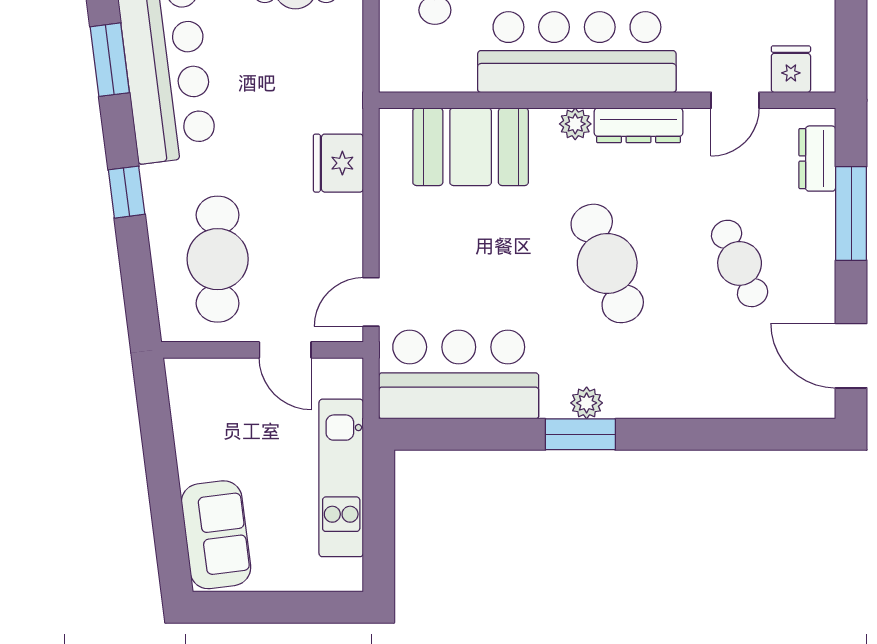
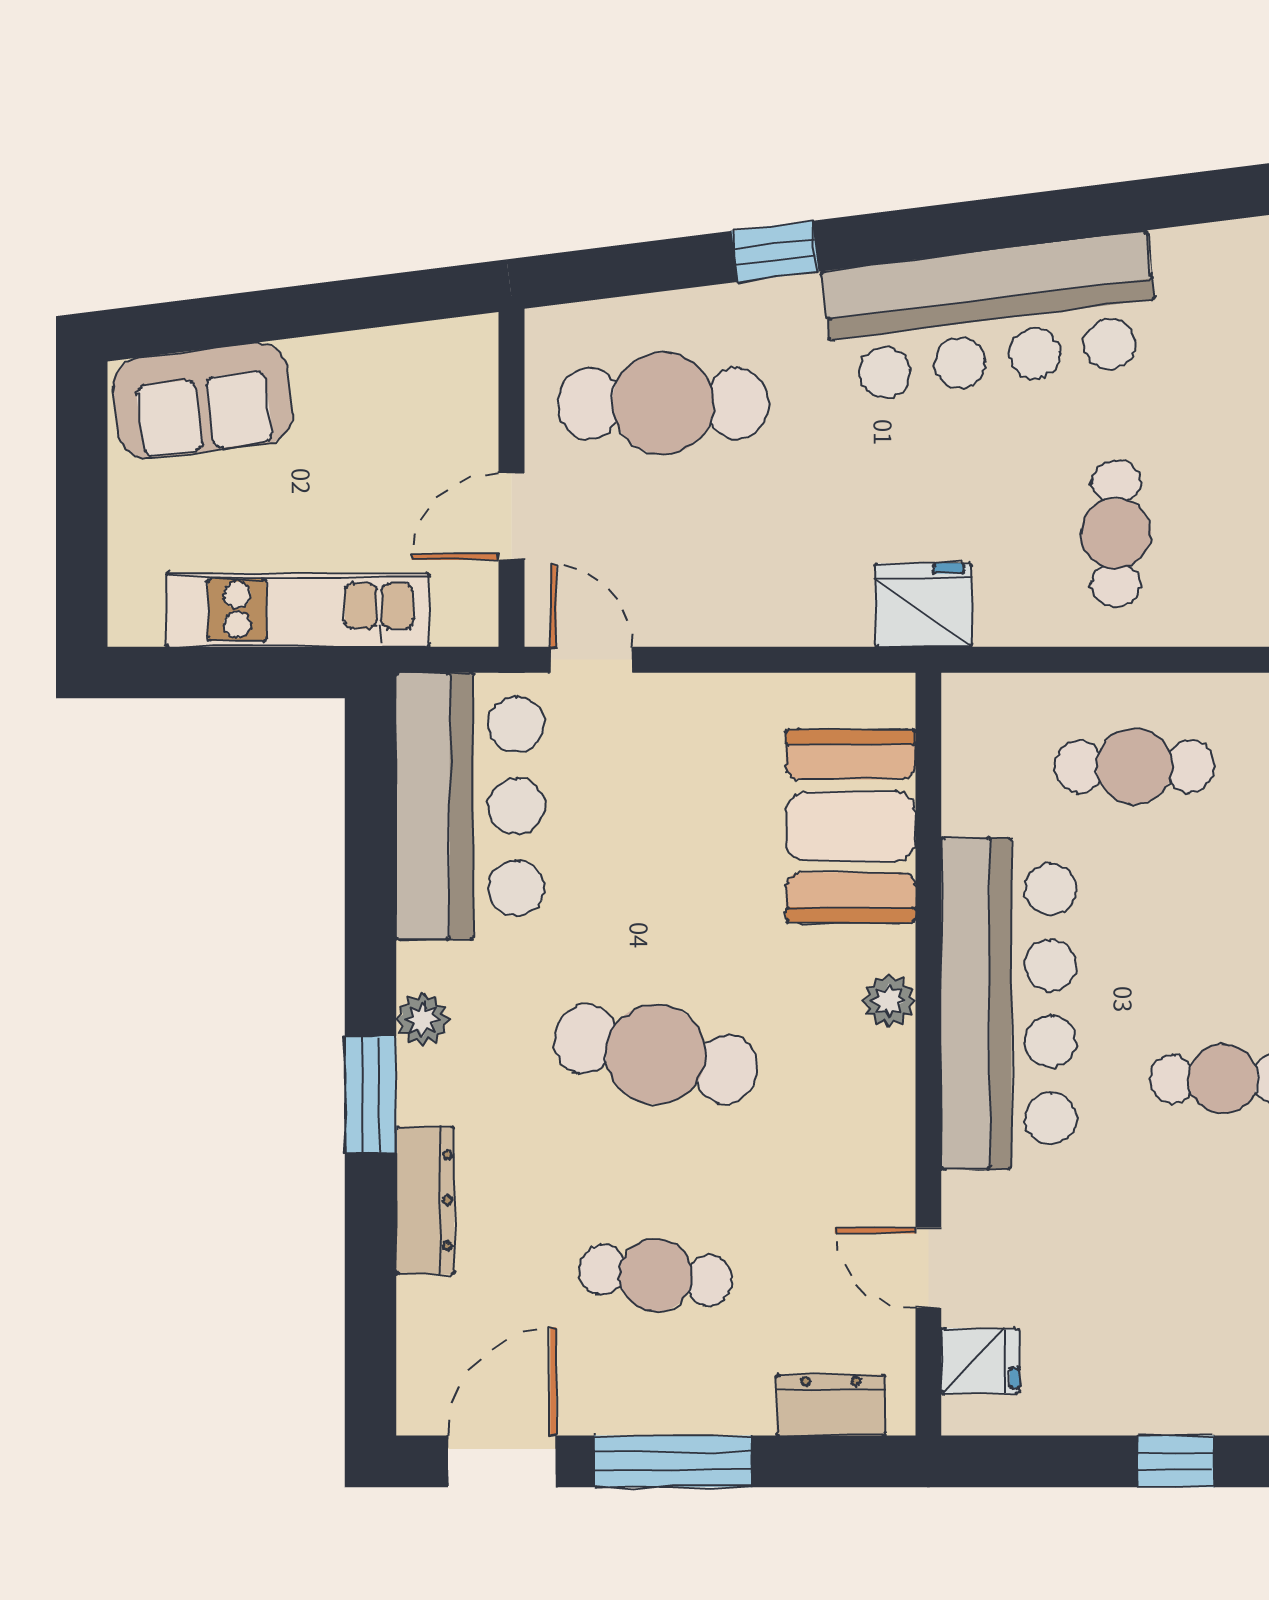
window: (110, 60) -> (996, 223), removed
dresser: (638, 125) -> (425, 1200), moved, turned 180
fridge: (338, 163) -> (923, 605), moved
window: (851, 213) -> (673, 1461), moved
cafe table: (607, 263) -> (656, 1054), turned 33
cafe table: (740, 263) -> (656, 1275), turned 30
window: (580, 434) -> (370, 1094), moved

